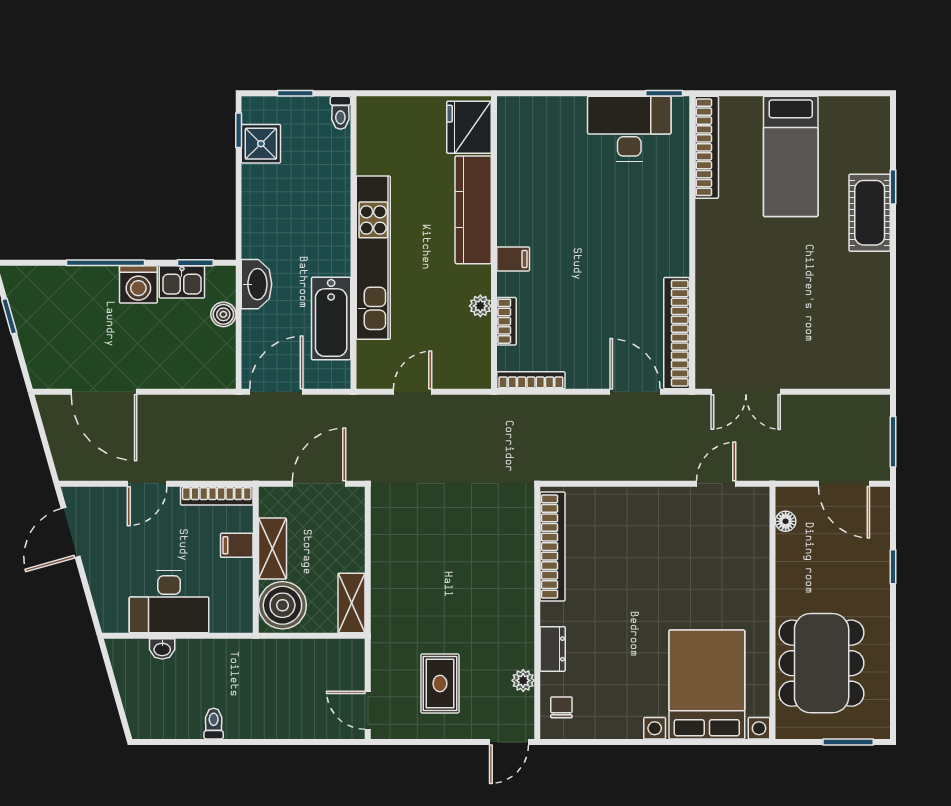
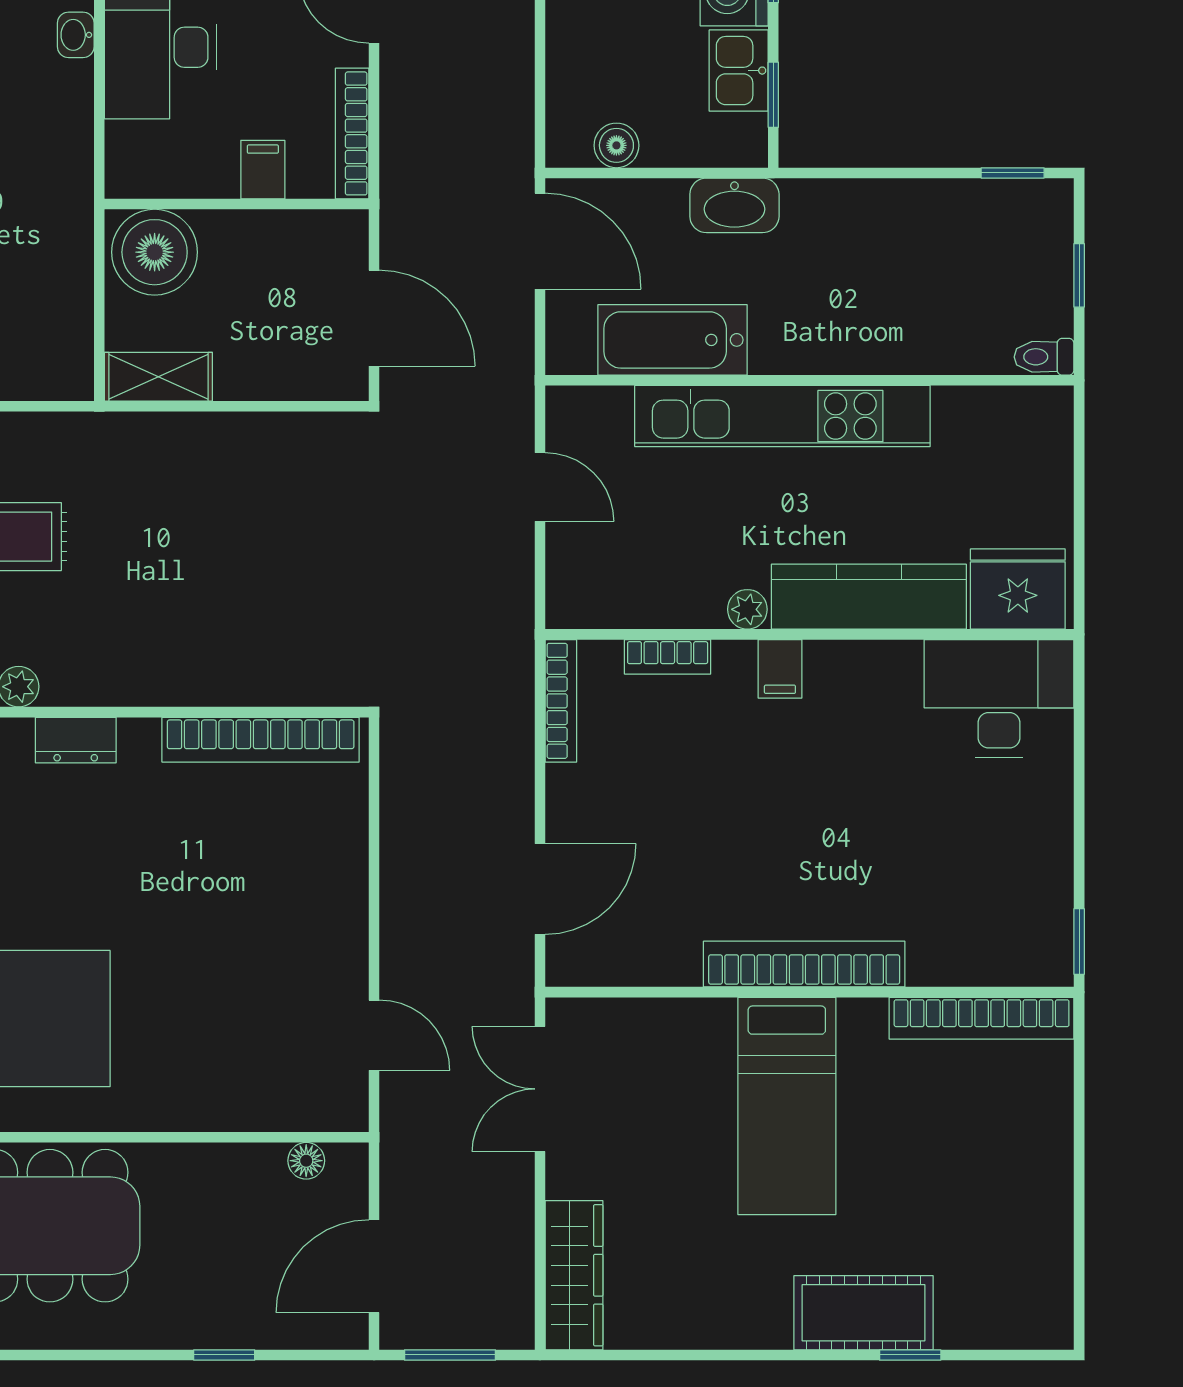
desk: (629, 129) -> (999, 698), moved, turned -90
shower: (261, 144) -> (988, 213), removed
bed: (791, 156) -> (787, 1106), moved, turned -90
plant: (480, 306) -> (747, 609), moved
boiler: (223, 314) -> (616, 145), moved
bookcase: (677, 333) -> (804, 964), moved
wardrobe: (849, 373) -> (574, 1275), added
shelving: (272, 549) -> (257, 234), removed

